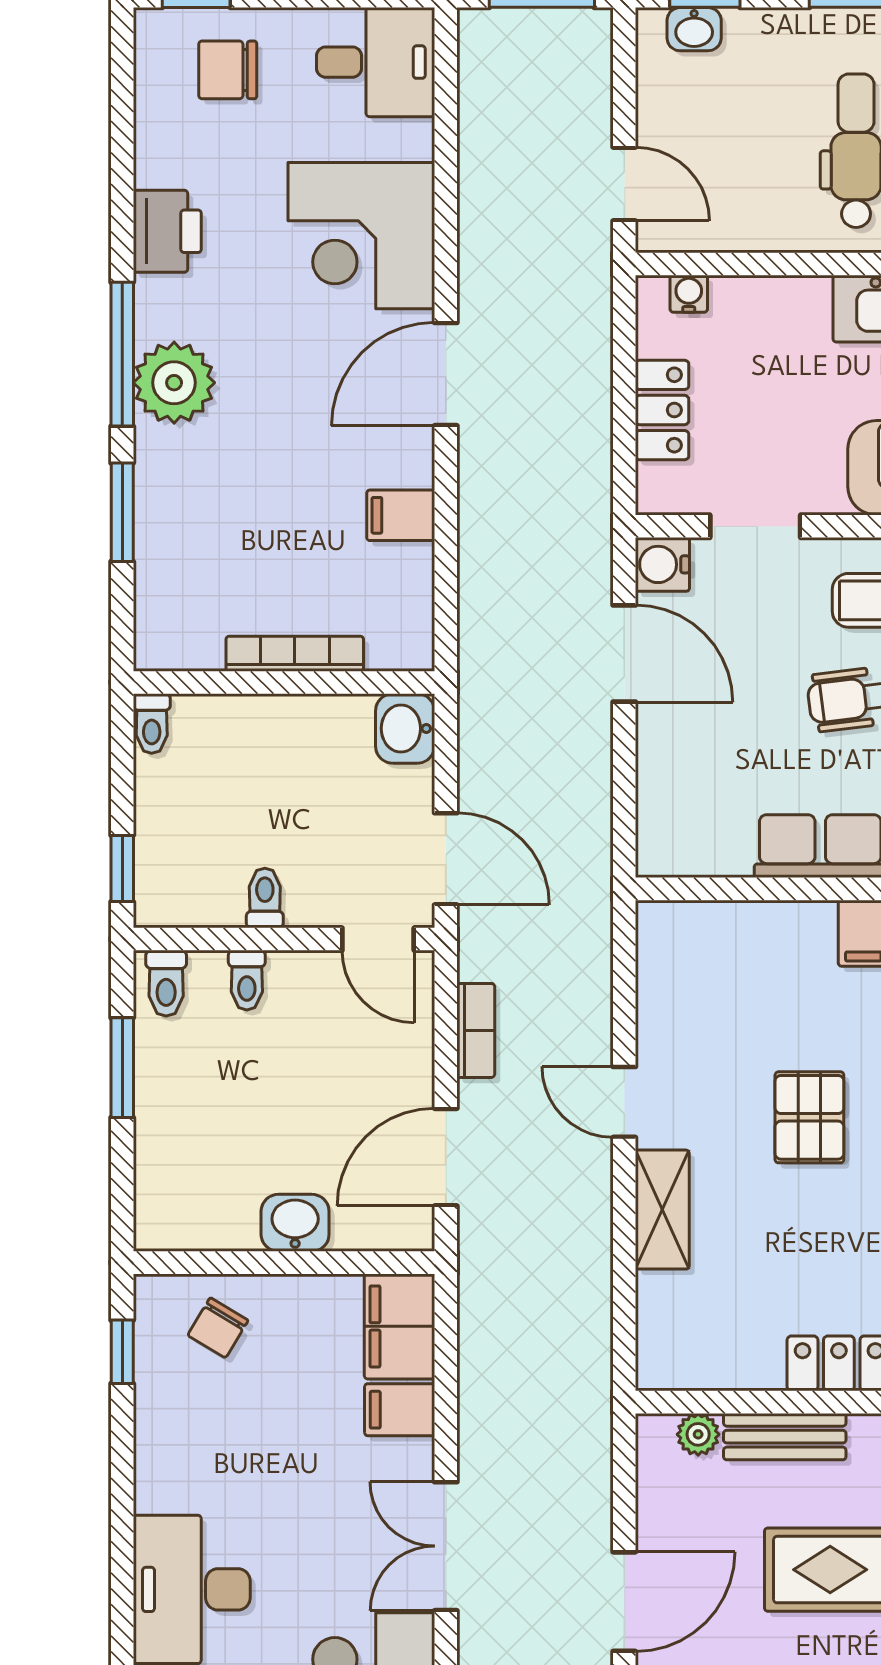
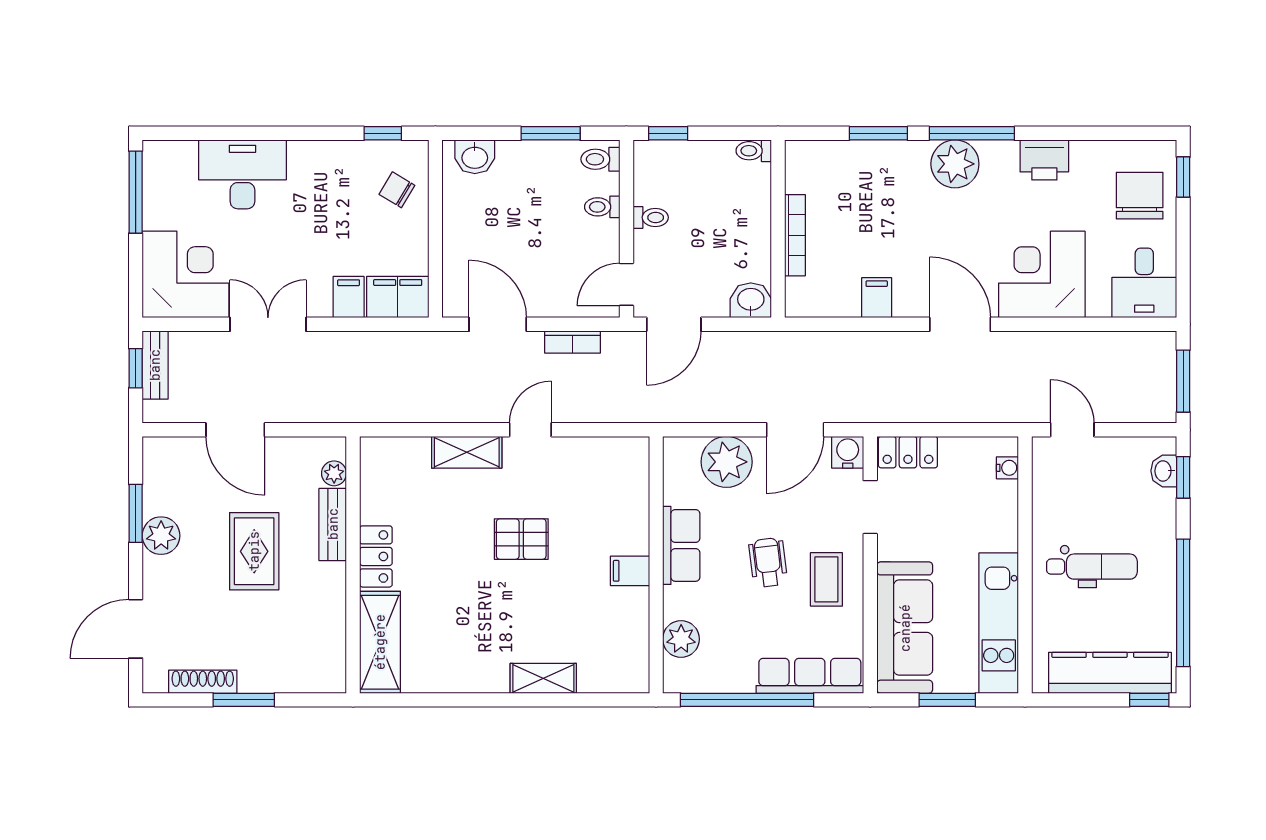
chair: (228, 70) -> (1140, 196), width x1.37, depth x1.37
door: (624, 184) -> (1072, 430), swing flipped
locker: (662, 410) -> (908, 452), moved
plant: (679, 769) -> (727, 462), added
washbasin: (295, 1223) -> (475, 157), moved, turned 90

